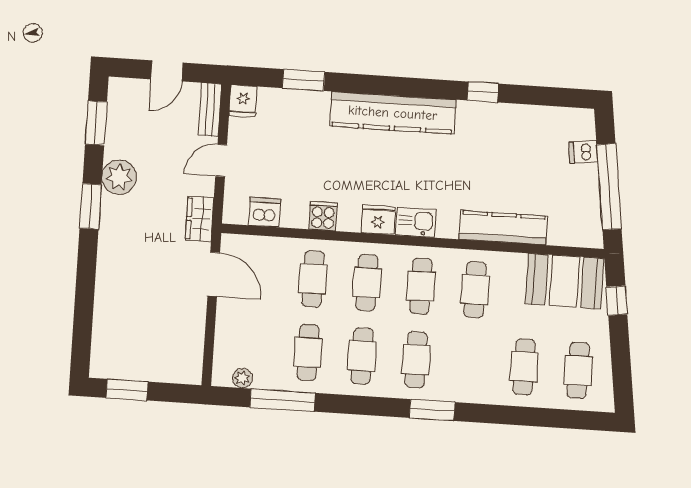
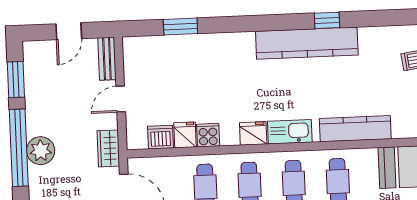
fridge: (243, 101) -> (185, 135), moved, turned 180
kitchen counter: (393, 113) -> (307, 43), moved
plant: (119, 177) -> (41, 151), moved
window: (91, 206) -> (19, 148), width x2.11
kitchen sink: (416, 222) -> (290, 132), width x1.38

